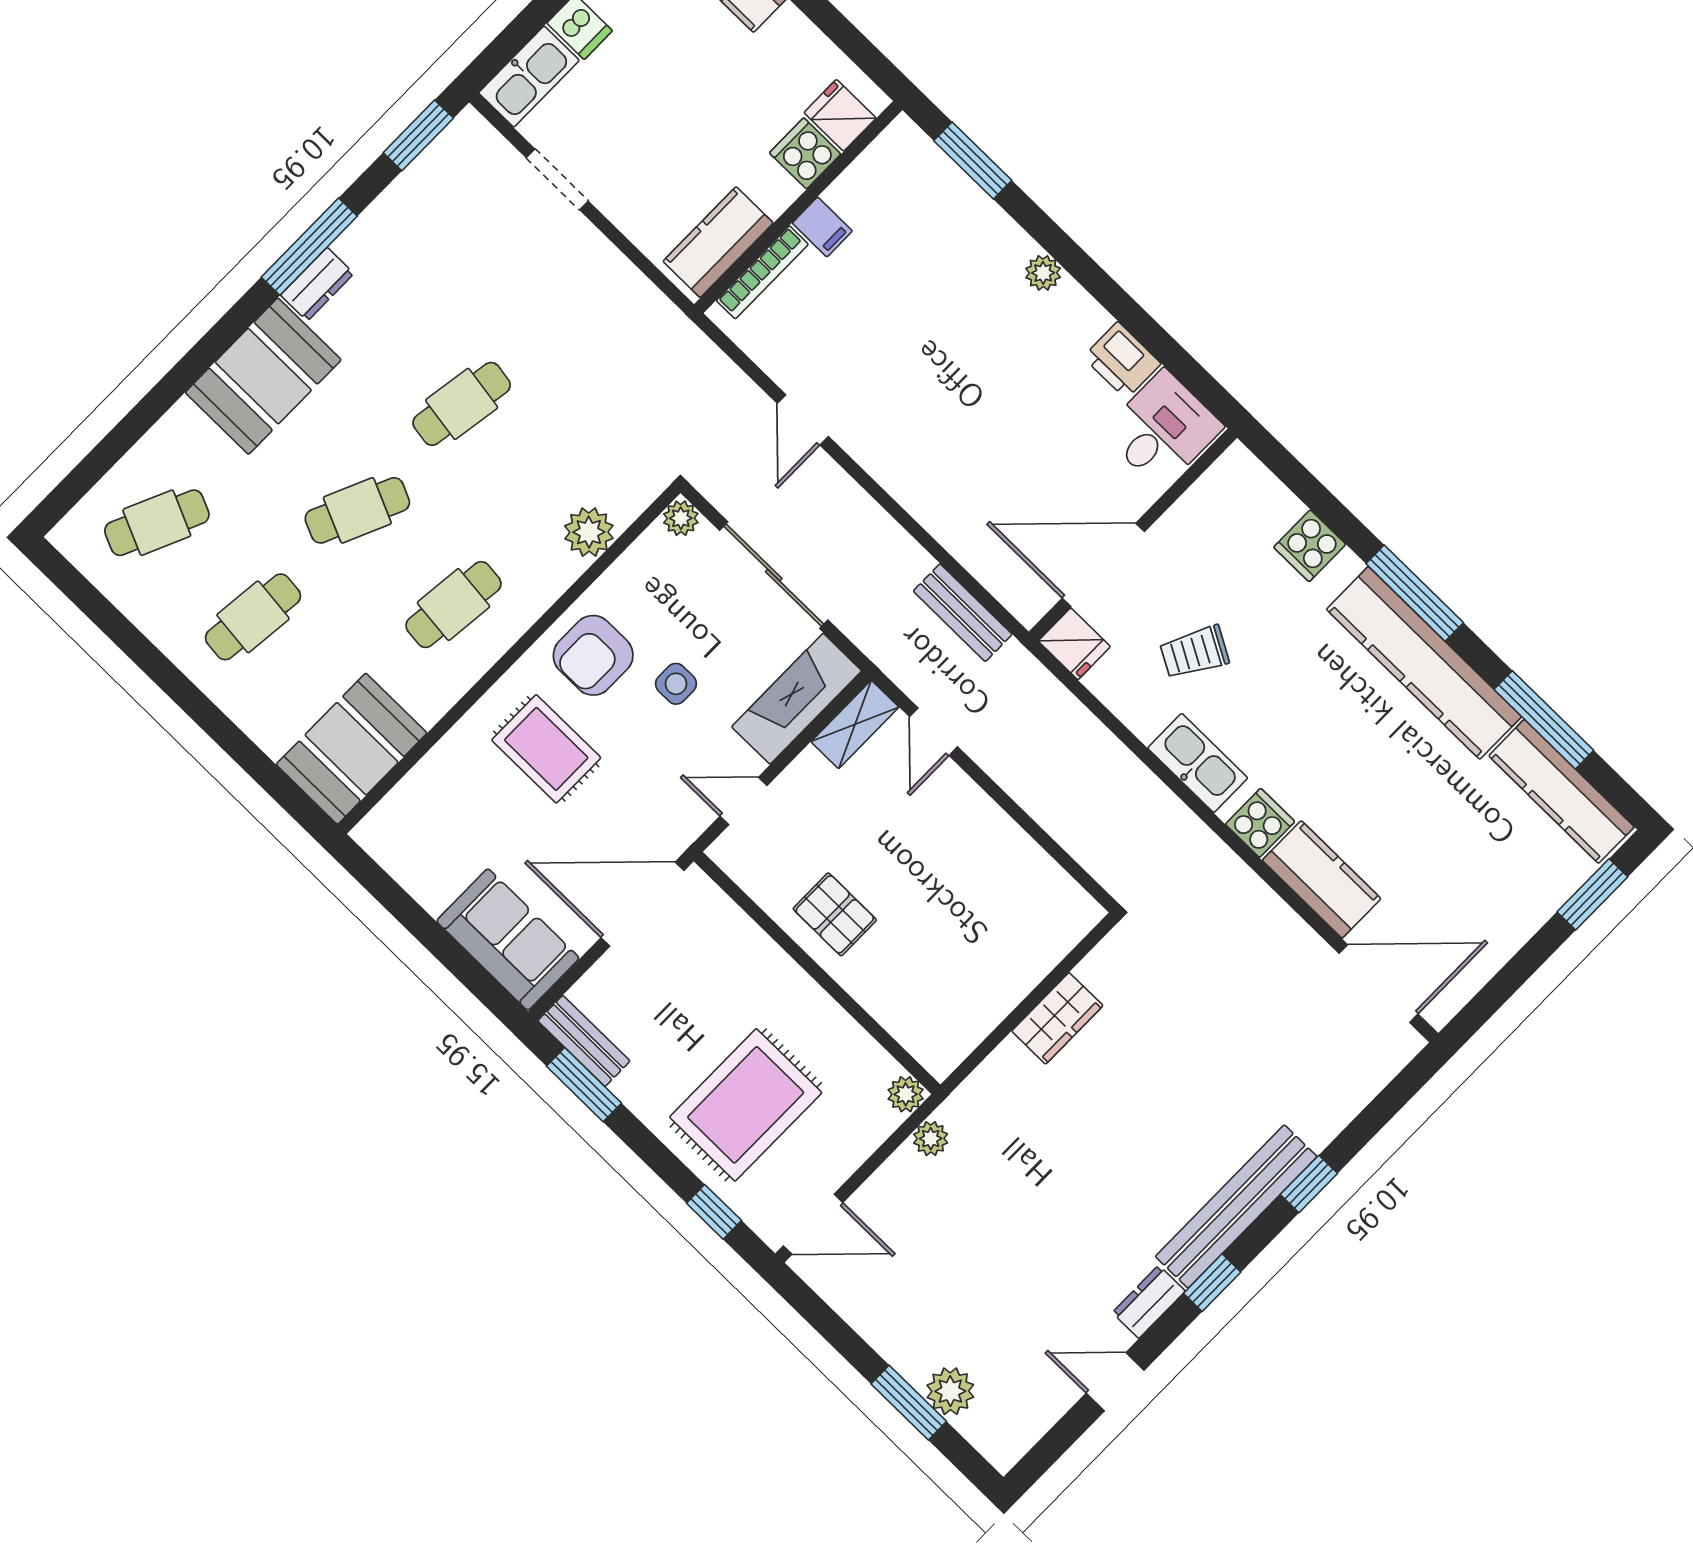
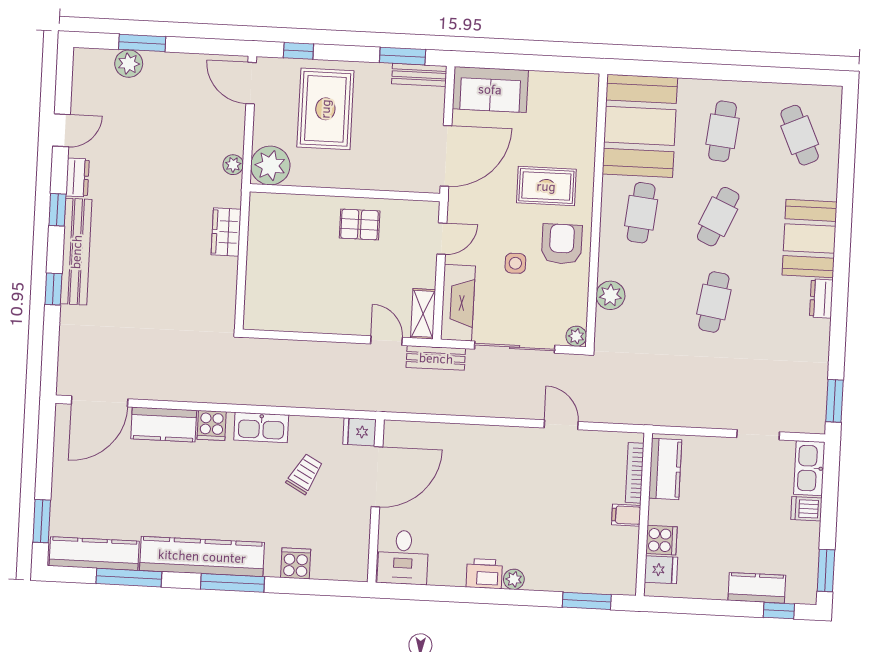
window: (309, 247) -> (839, 312), removed
printer: (1122, 360) -> (484, 574), moved
cafe table: (157, 523) -> (800, 135), turned -48
bench: (963, 613) -> (436, 358), moved
booth: (352, 749) -> (640, 126), width x1.36, depth x1.42
wardrobe: (1057, 1018) -> (226, 232), moved
plant: (906, 1094) -> (270, 166), width x1.87, depth x1.87
door: (813, 1224) -> (251, 83), hinge flipped

